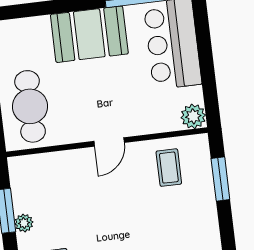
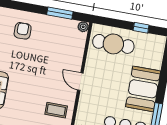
plant: (24, 223) -> (83, 27), moved

